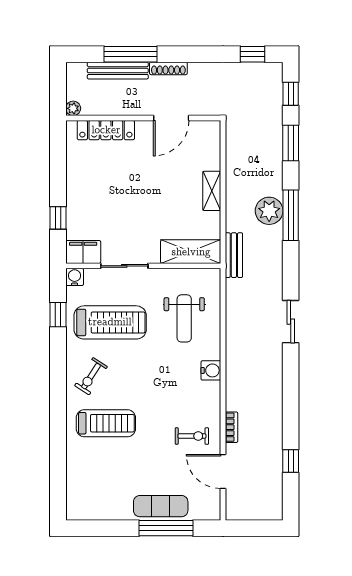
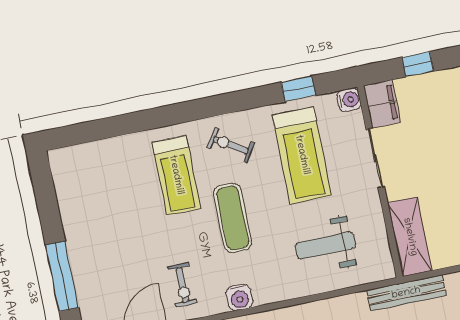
bench: (234, 255) -> (406, 293), width x1.36
water cooler: (211, 370) -> (239, 298), moved
exercise mat: (161, 506) -> (233, 218), moved

